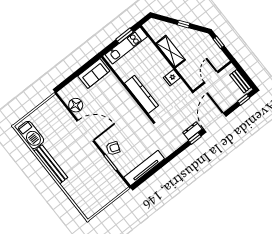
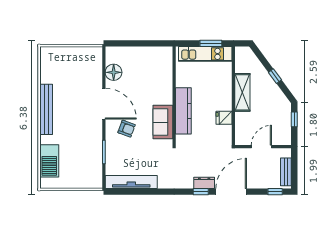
sofa: (94, 74) -> (163, 122), moved, turned 90
barbecue: (31, 135) -> (49, 161), moved
armchair: (113, 148) -> (127, 129), moved

